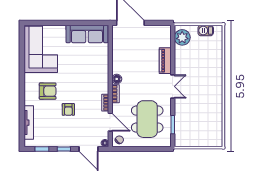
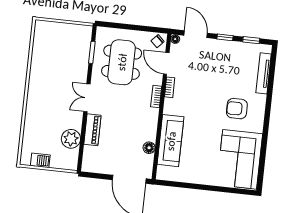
sofa: (87, 34) -> (171, 141), moved, turned 90
plant: (182, 37) -> (71, 139), moved
floor lamp: (117, 79) -> (149, 148), moved
armchair: (68, 109) -> (215, 84), removed

